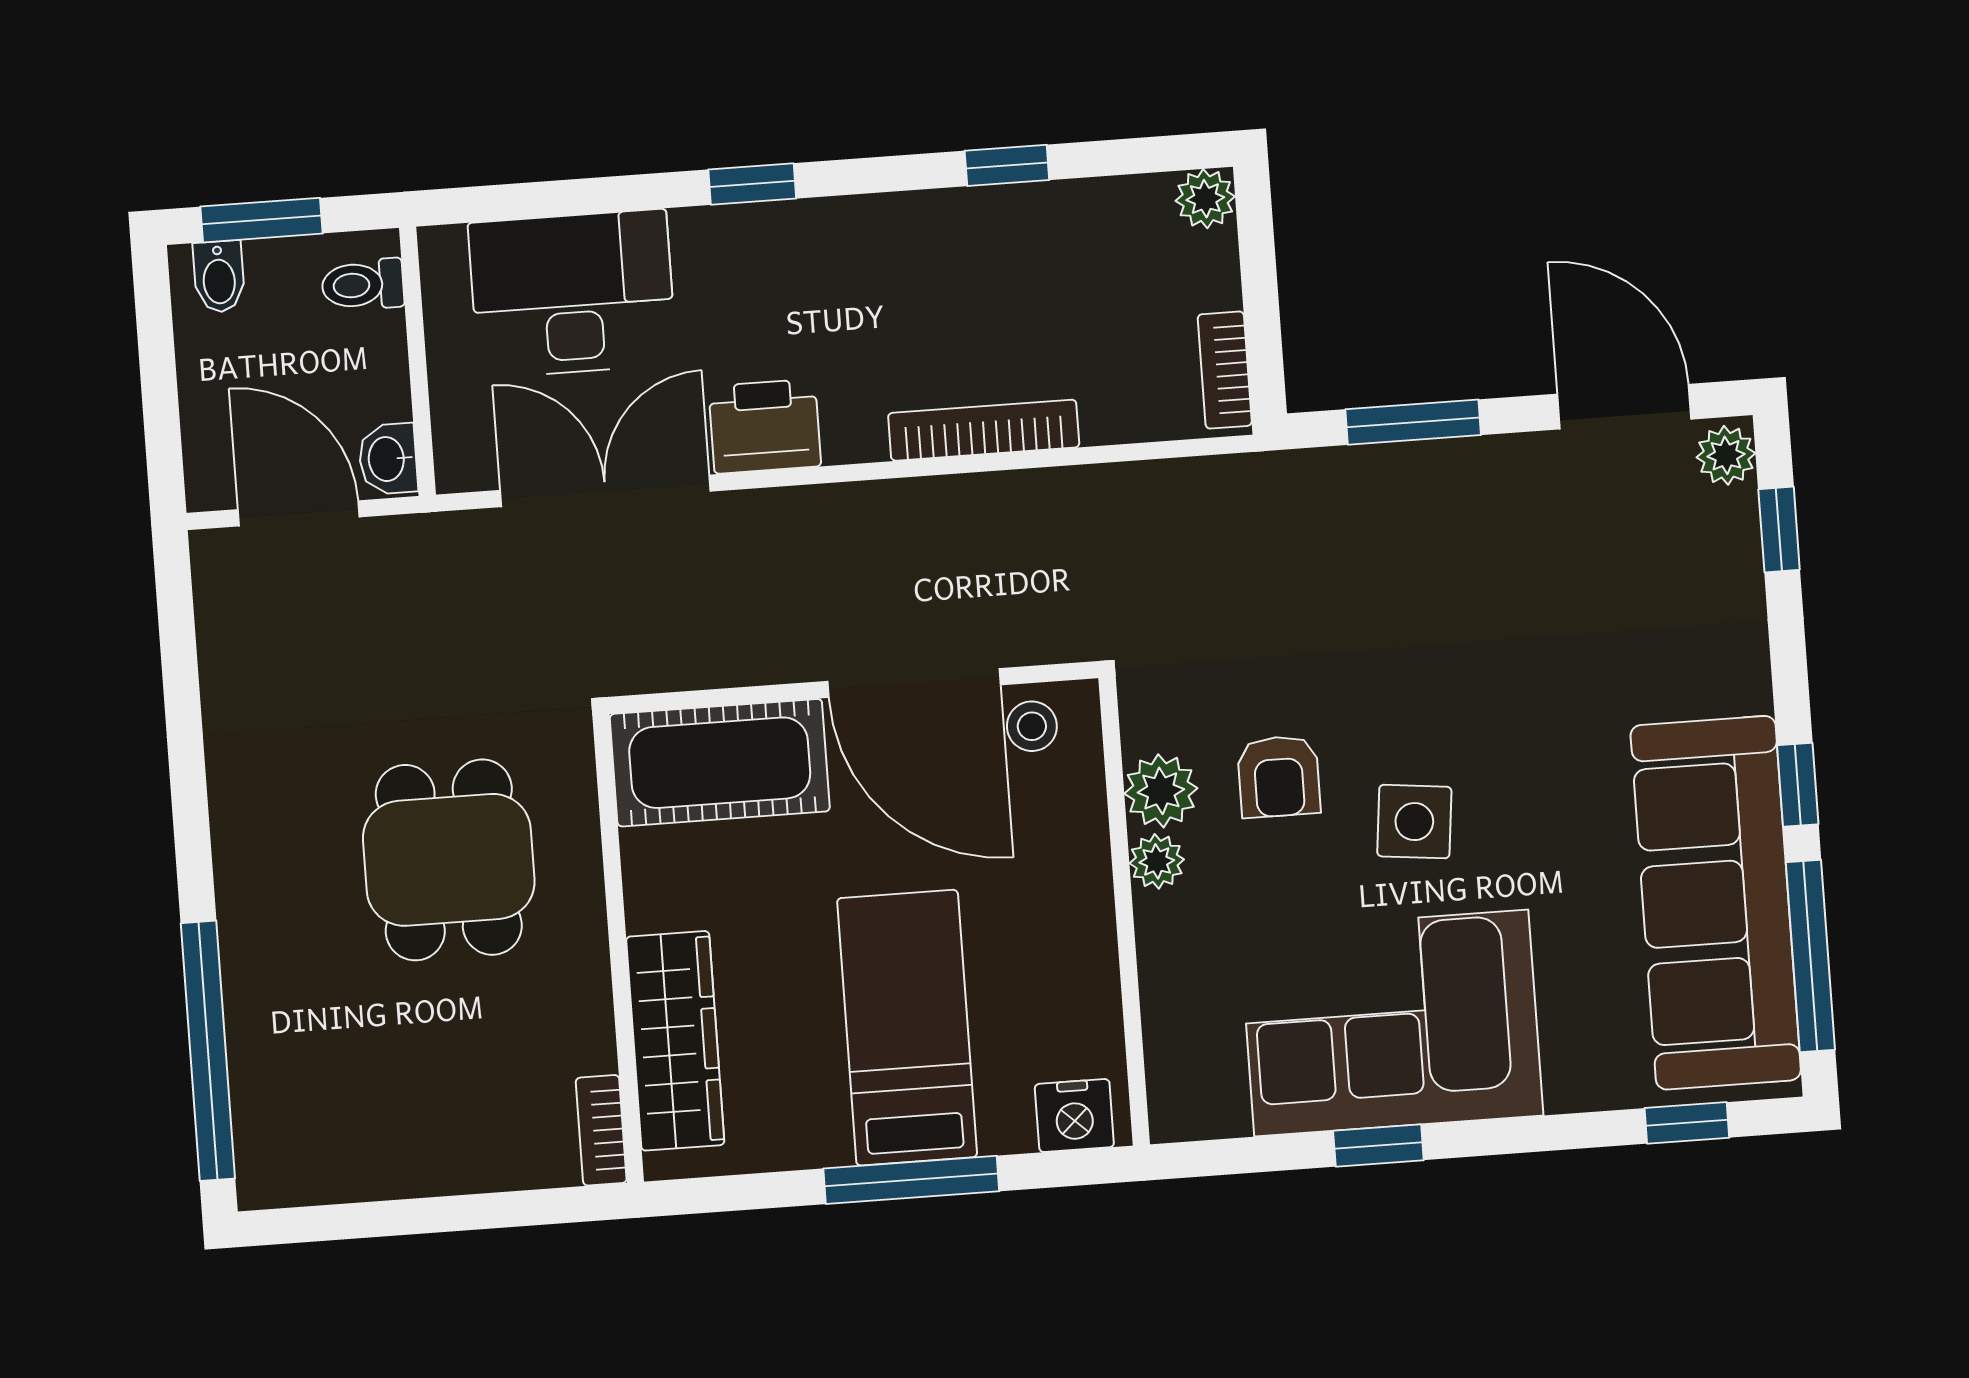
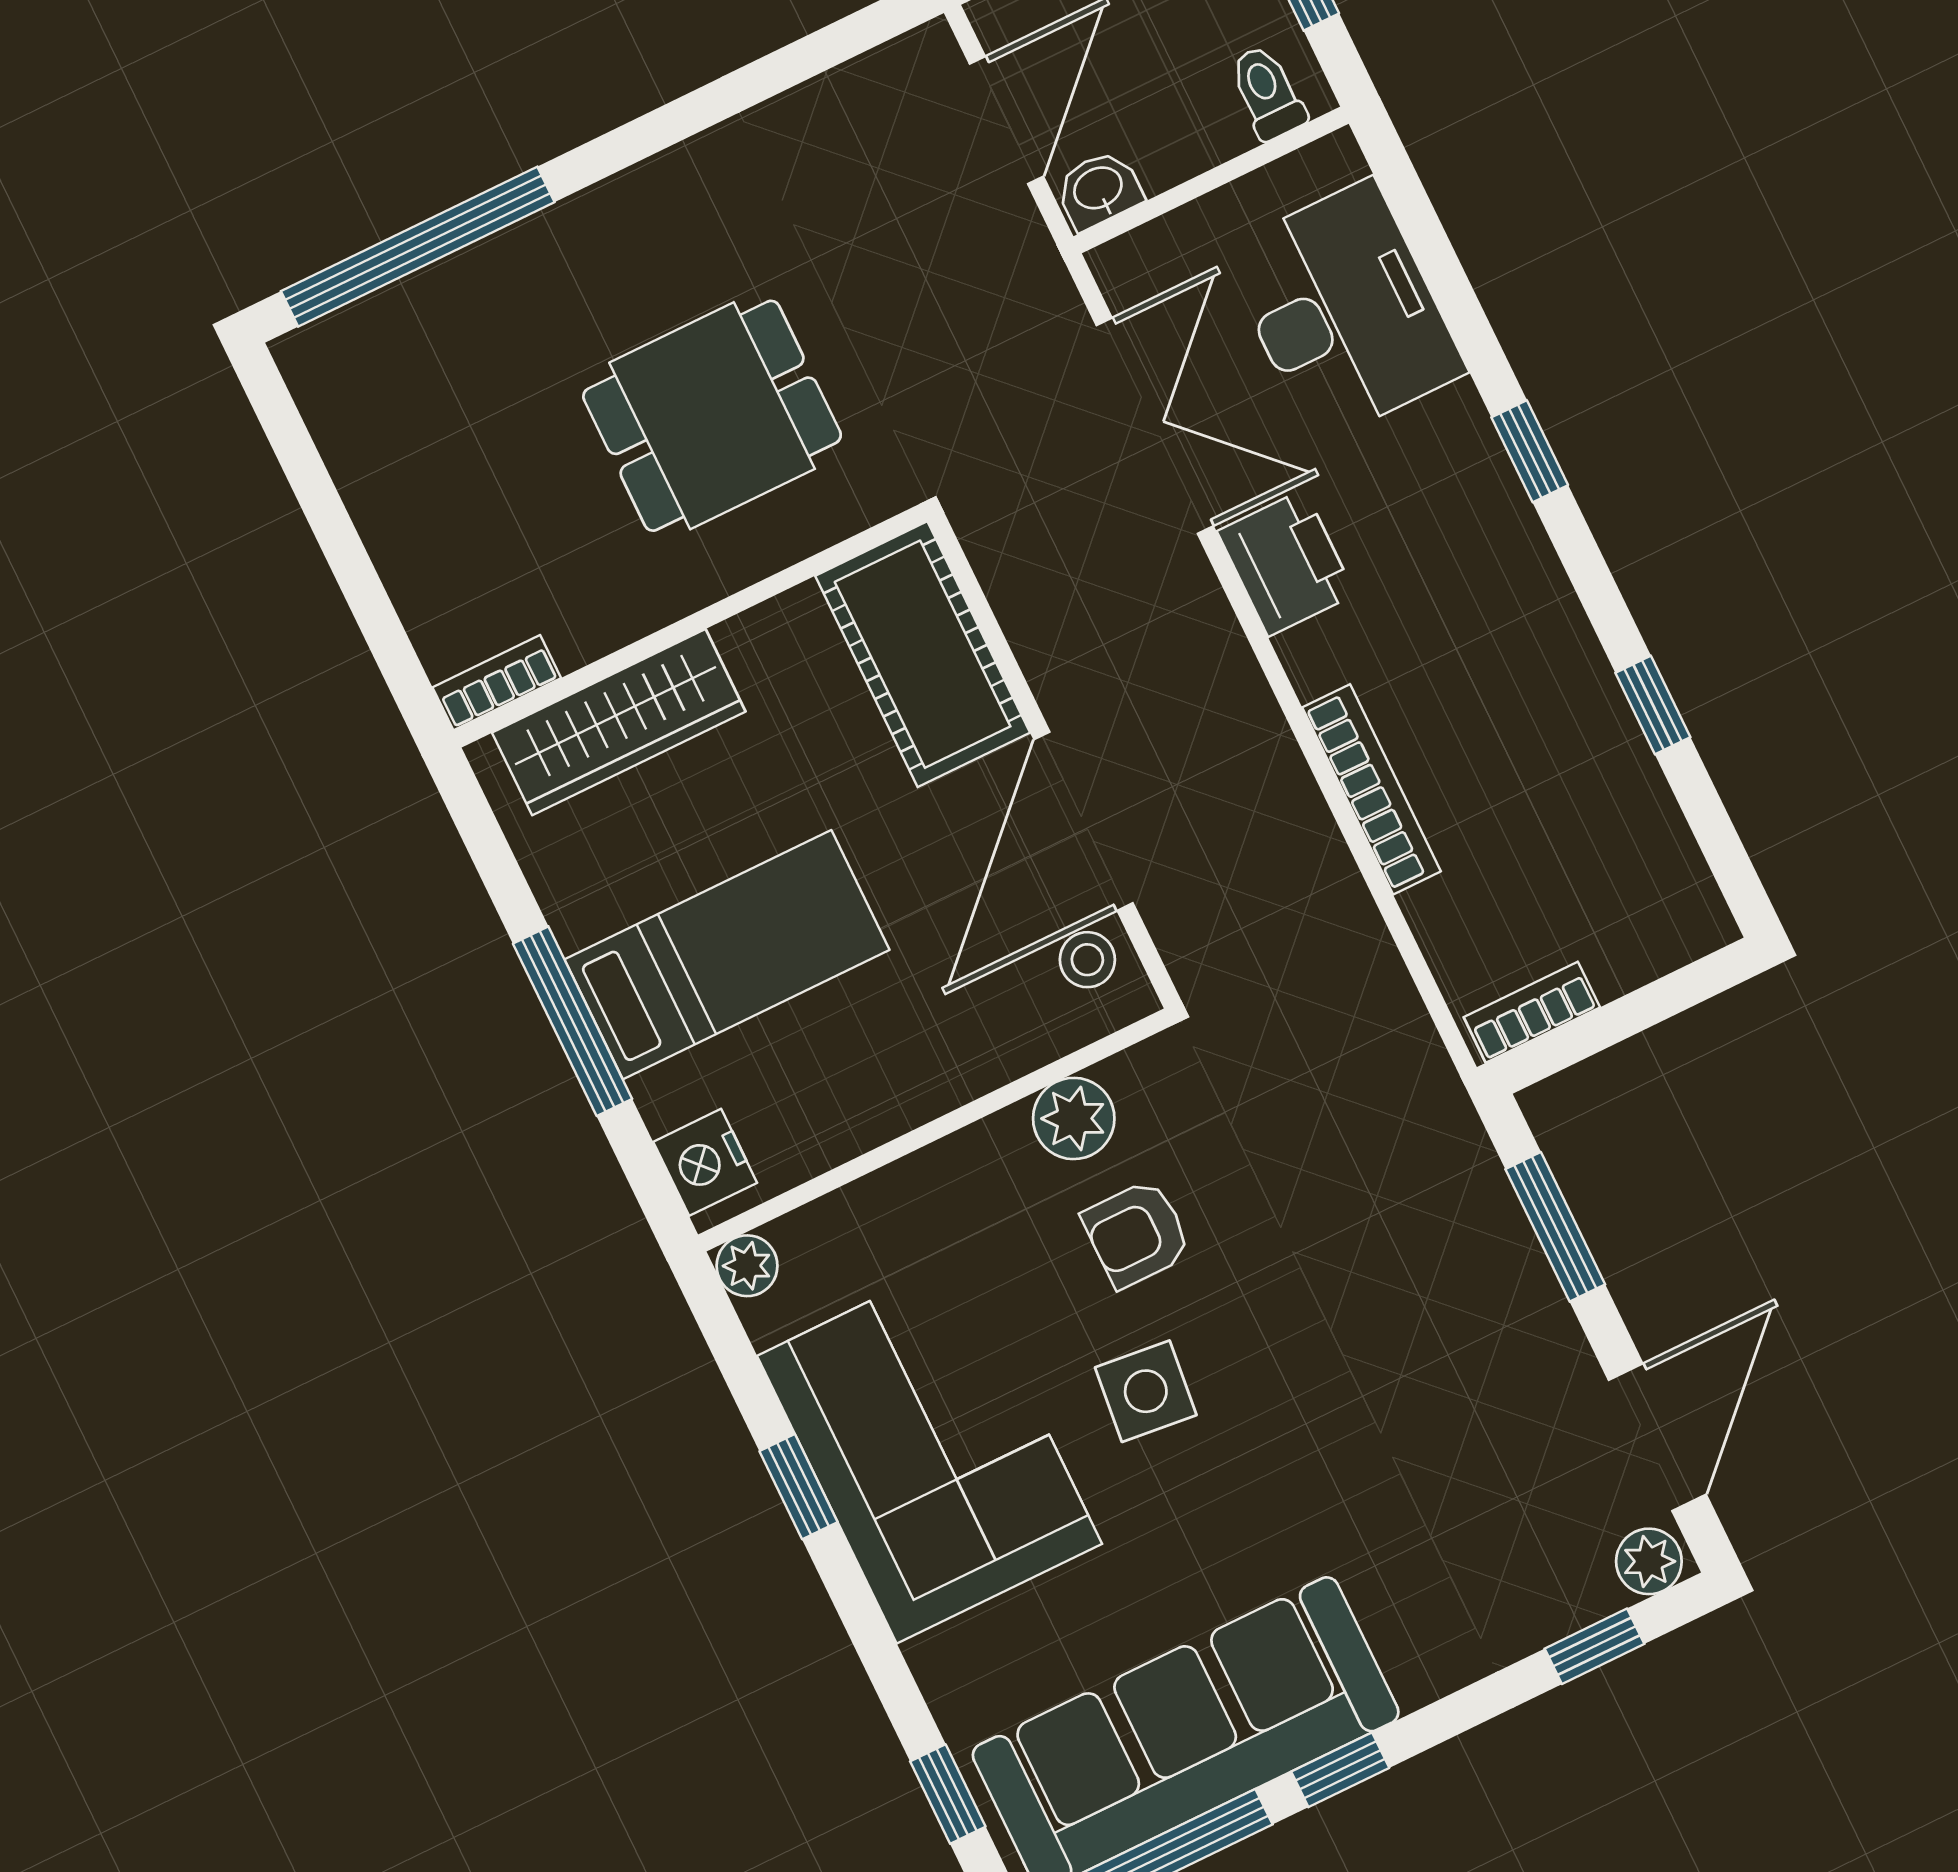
plant: (1205, 199) -> (1700, 922), removed
plant: (1157, 861) -> (747, 1266), moved

